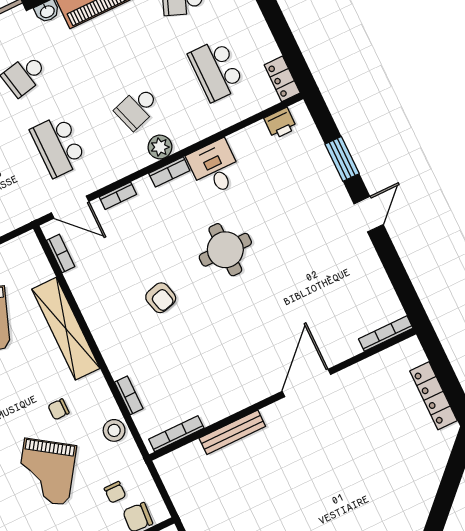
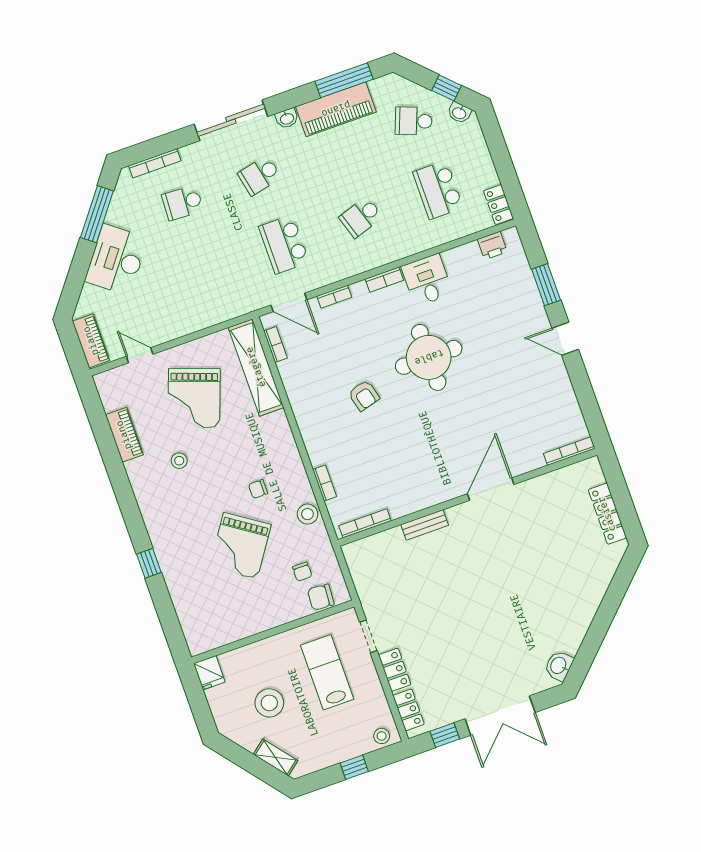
plant: (160, 147) -> (378, 256), removed
door: (369, 214) -> (565, 339), swing flipped
round table: (225, 250) -> (429, 357), width x1.36, depth x1.36
shelving: (66, 329) -> (256, 367), moved
bench: (232, 432) -> (425, 525), width x0.73

